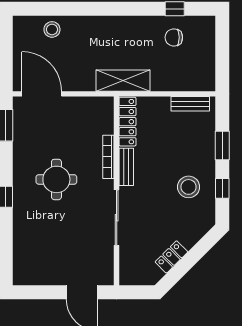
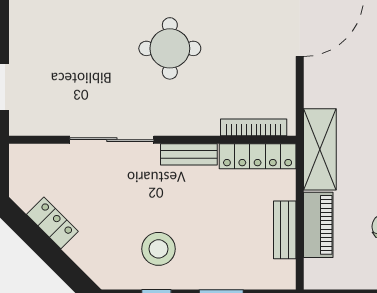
piano: (173, 82) -> (318, 225), added
bench: (190, 104) -> (285, 230), moved
bookcase: (108, 157) -> (254, 127), moved

